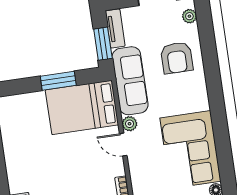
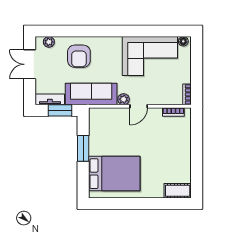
armchair: (177, 58) -> (79, 56), turned 90
bed: (82, 107) -> (114, 174), moved, turned -90

